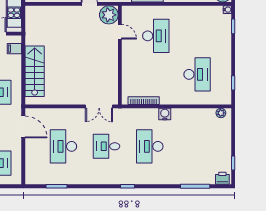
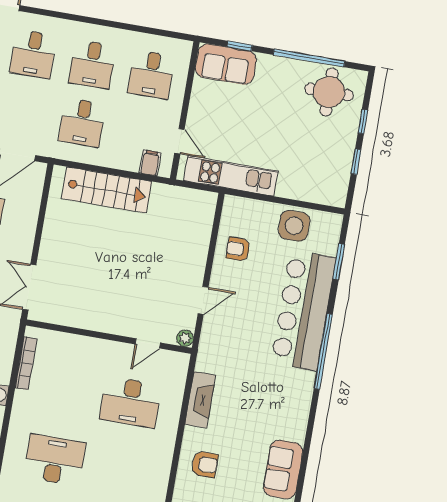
plant: (109, 15) -> (185, 338), width x0.53, depth x0.53
desk: (197, 74) -> (55, 460), turned 180

